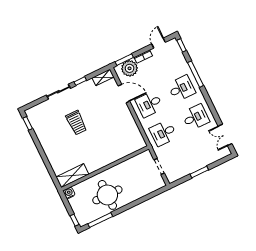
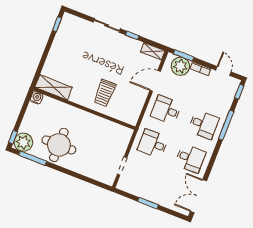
door: (158, 43) -> (223, 71), hinge flipped
door: (124, 94) -> (155, 81), swing flipped
trolley: (76, 123) -> (105, 93), moved
double door: (225, 135) -> (198, 196), width x1.37
wall: (105, 168) -> (85, 109), moved
shelving: (72, 176) -> (54, 87), moved
water cooler: (69, 193) -> (37, 98), moved
plant: (84, 216) -> (23, 142), added

